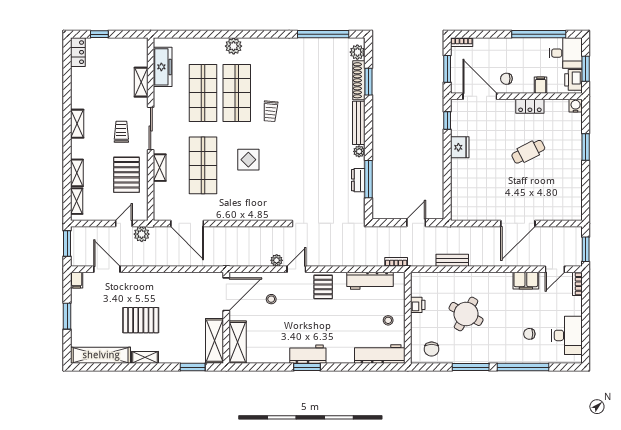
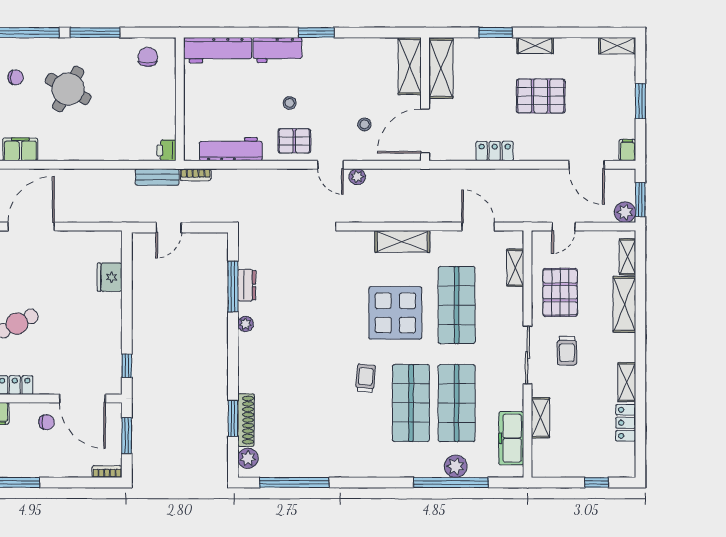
window: (207, 34) -> (451, 482), added
plant: (234, 46) -> (456, 466), moved
locker: (78, 52) -> (626, 423), moved
bench: (359, 123) -> (246, 363), removed
shelving: (77, 124) -> (627, 382), moved
fridge: (460, 147) -> (110, 277), moved
display table: (248, 160) -> (395, 313), width x1.86, depth x1.86
shelving: (160, 168) -> (515, 268), moved
shelving: (77, 173) -> (624, 304), width x1.50, depth x1.33
shelving: (243, 213) -> (402, 241), added
door: (187, 223) -> (478, 227), width x0.73
plant: (142, 234) -> (625, 212), moved
bench: (452, 260) -> (157, 177), moved
door: (296, 269) -> (330, 165), hinge flipped
locker: (175, 279) -> (495, 151), added
pallet: (323, 287) -> (294, 141), turned 90
printer: (418, 305) -> (166, 150), moved
round table: (466, 314) -> (68, 89), moved
stool: (388, 320) -> (290, 103), moved
workbench: (308, 354) -> (278, 50), moved
shelving: (101, 355) -> (617, 46), width x0.45, depth x0.75
window: (193, 367) -> (496, 33), moved

